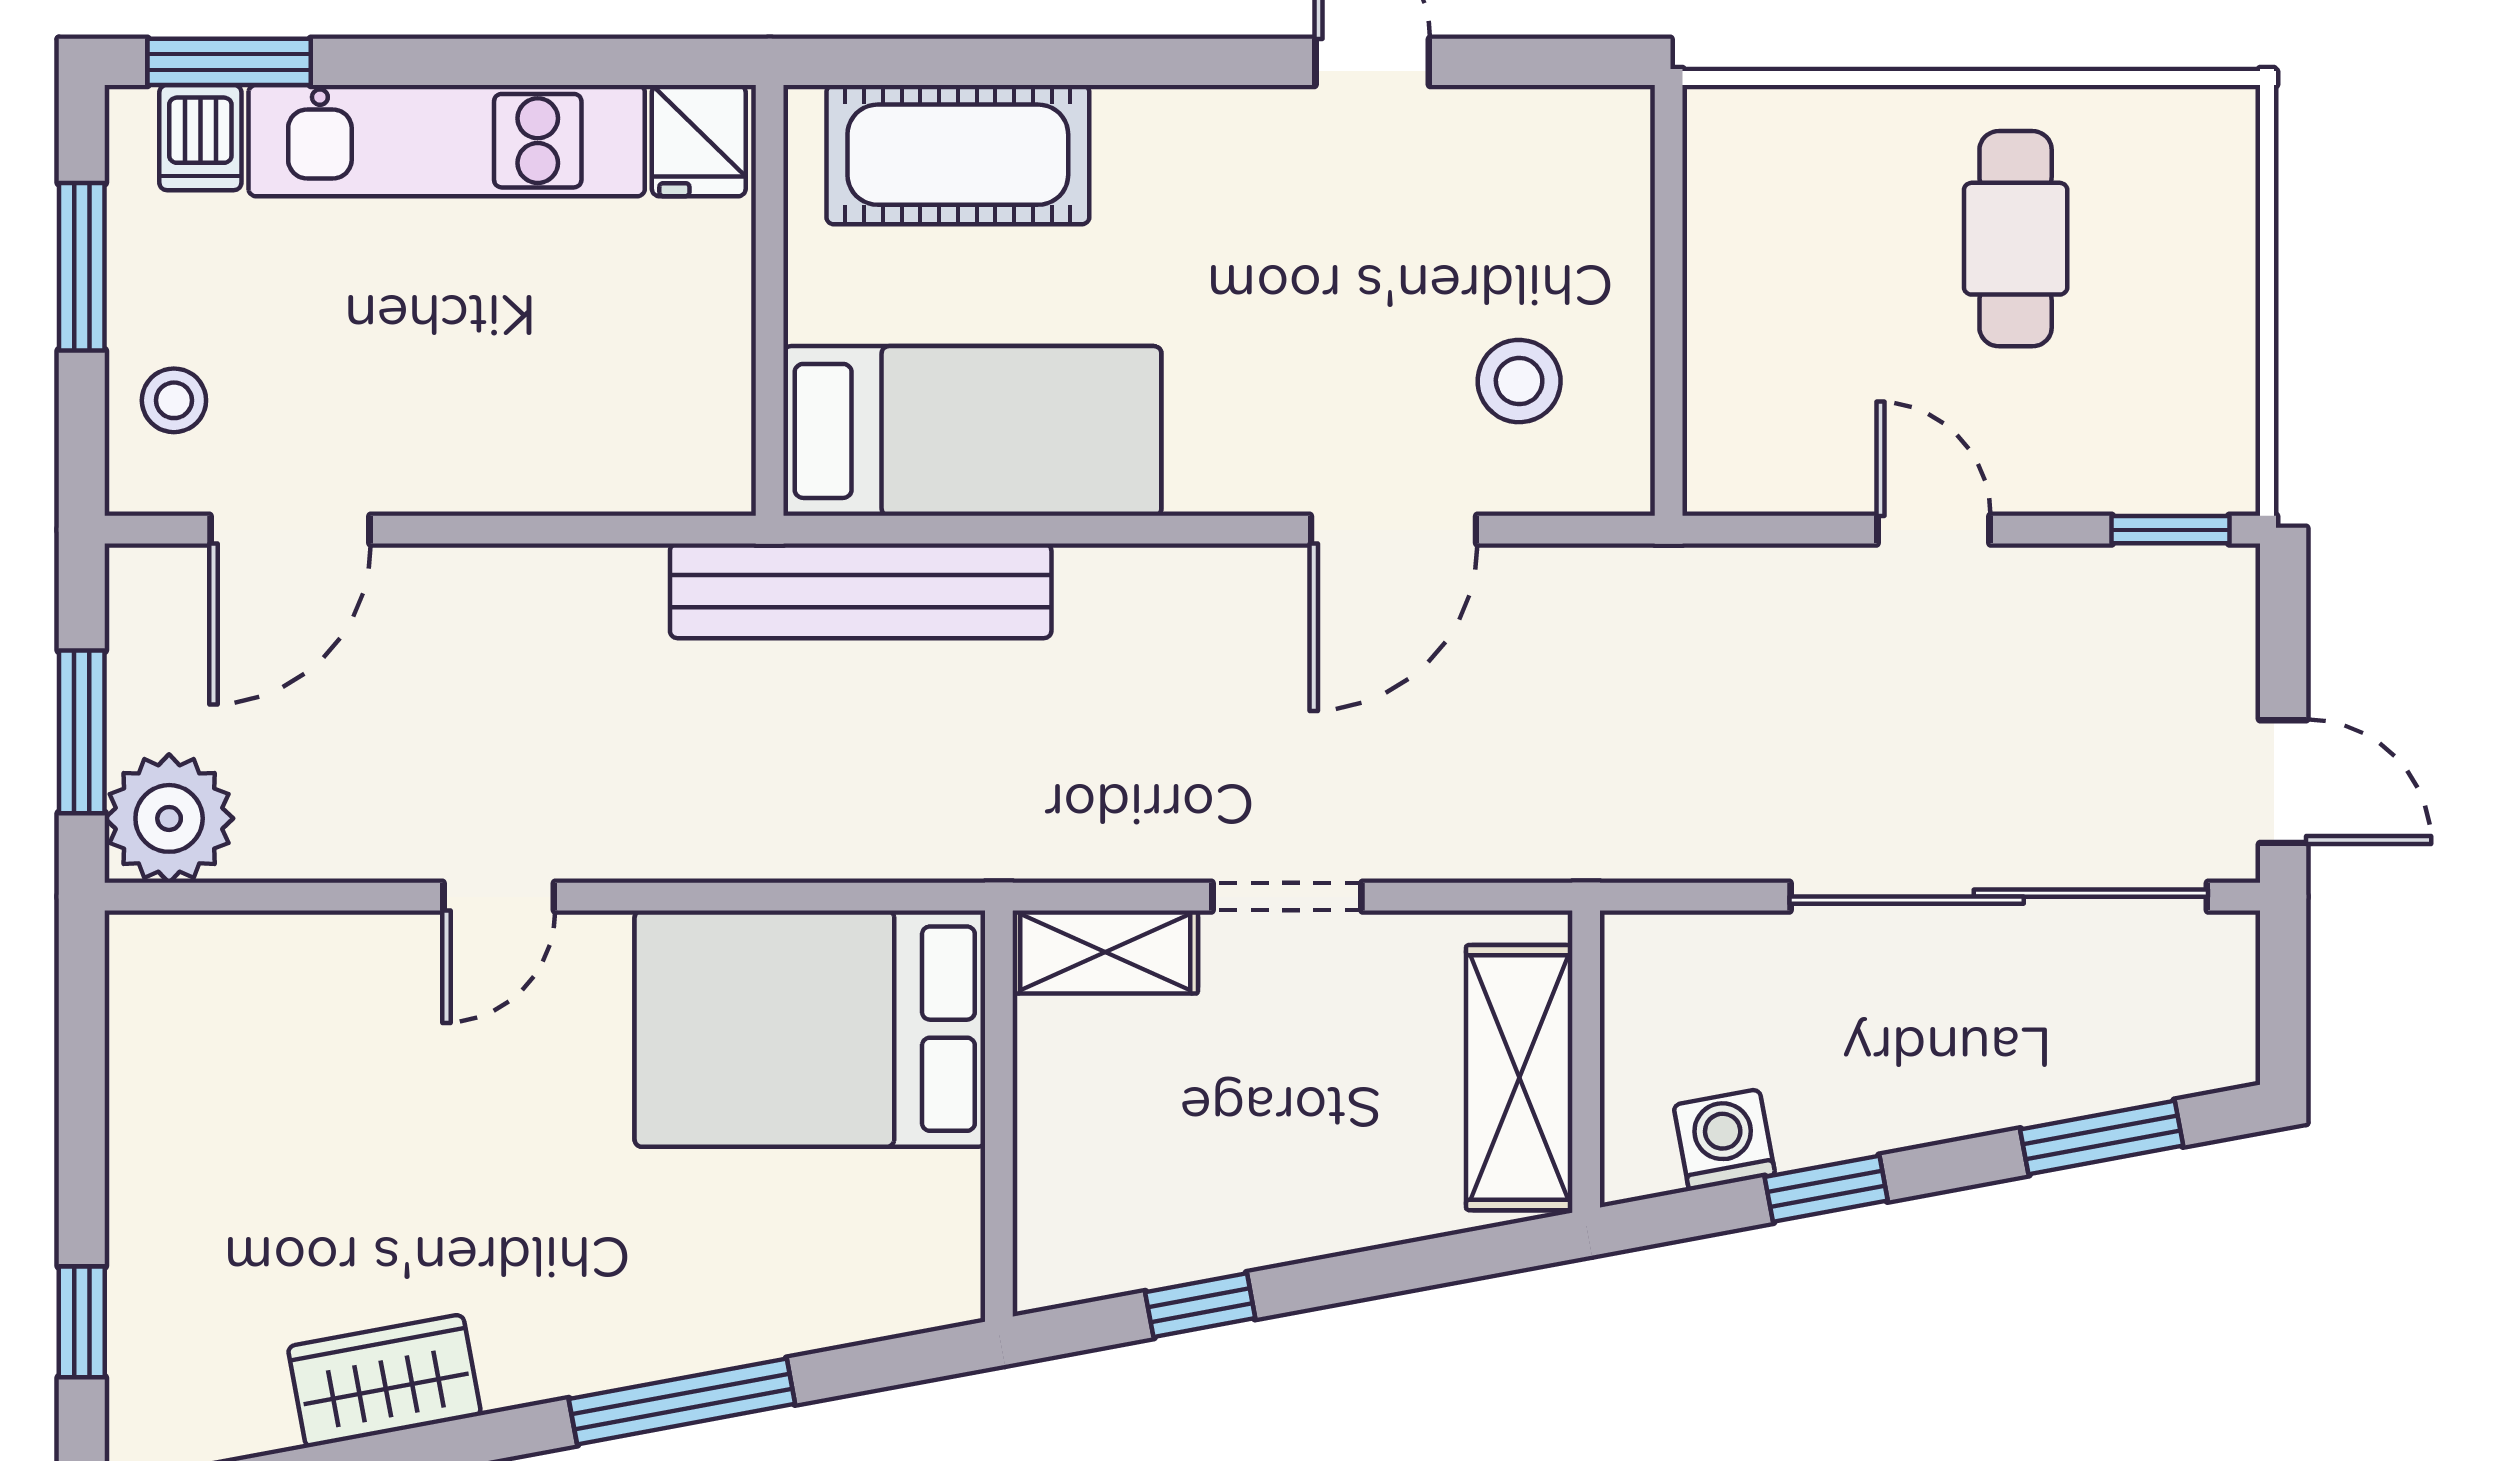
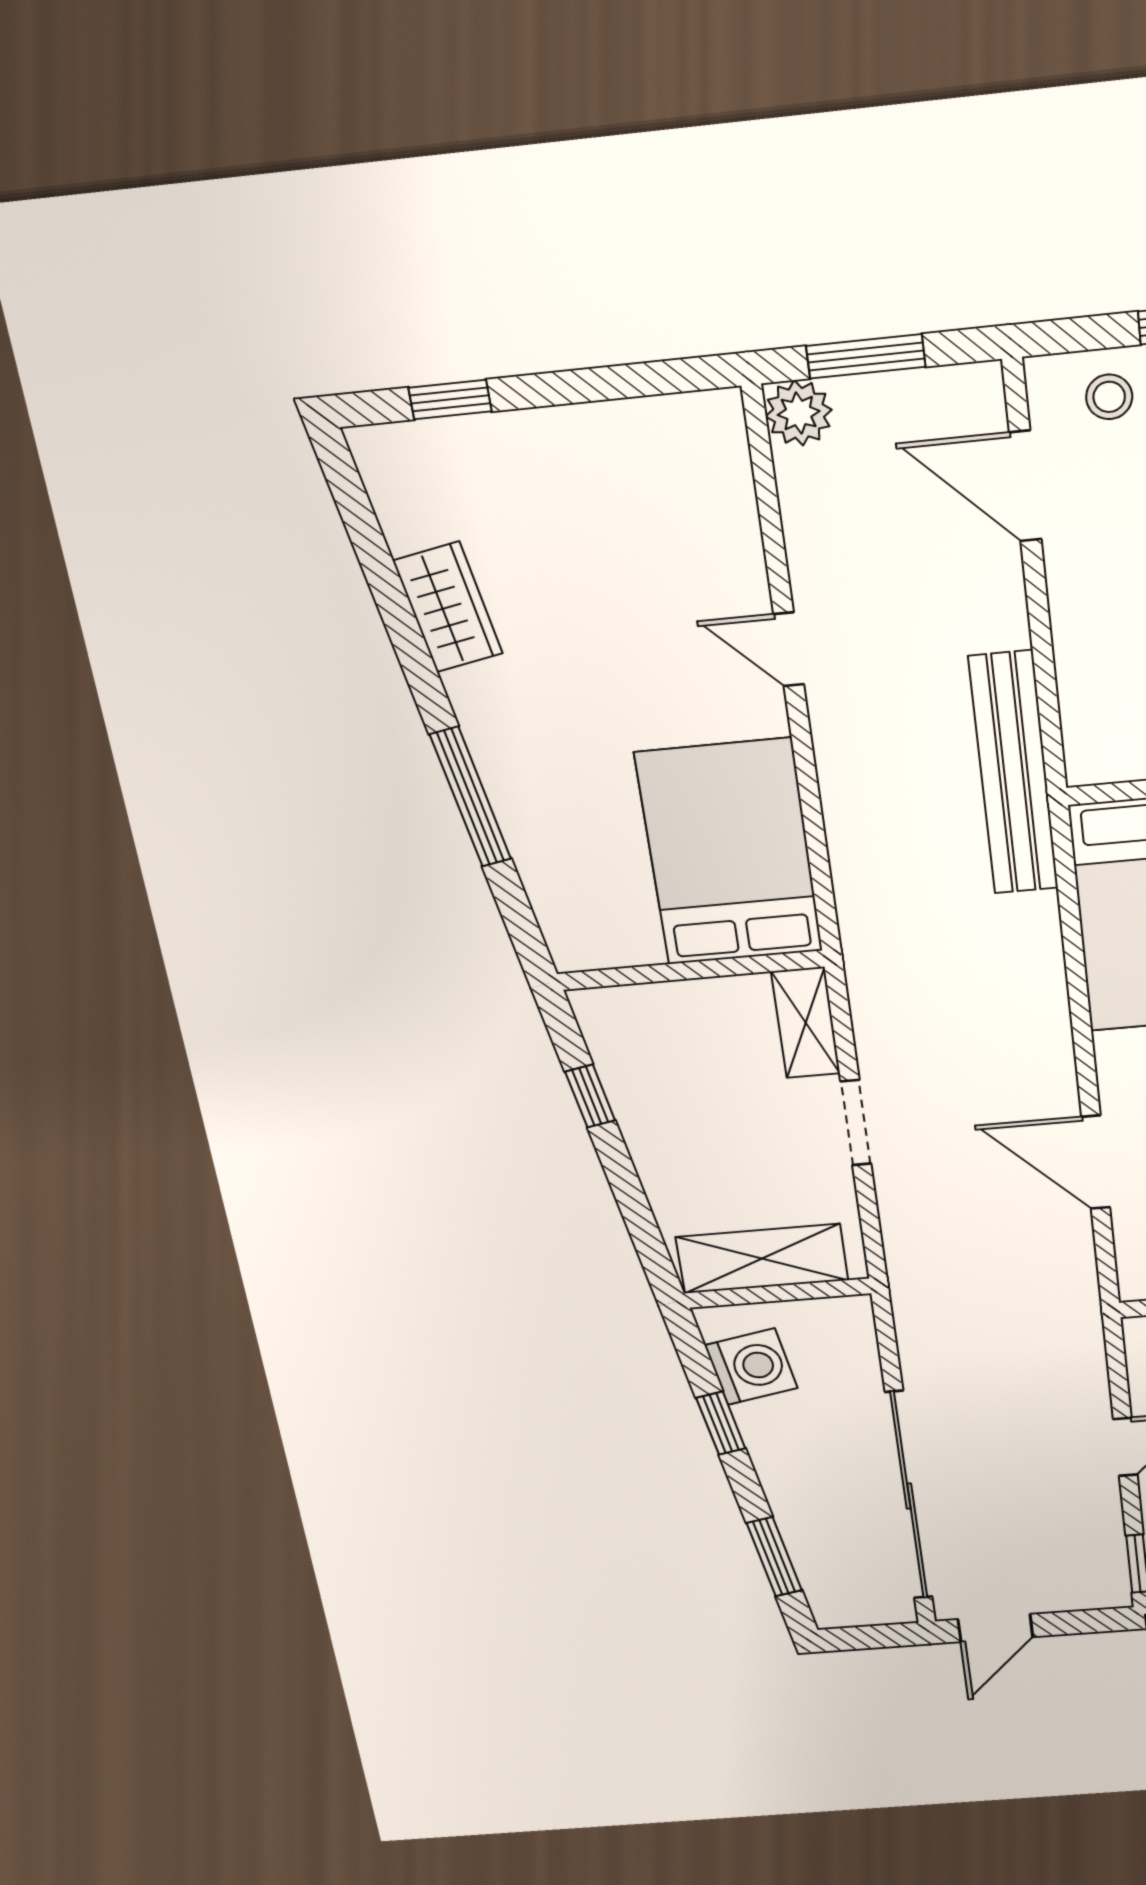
bench: (861, 591) -> (1014, 774), moved
plant: (169, 818) -> (799, 413), width x0.73, depth x0.73
washing machine: (1724, 1140) -> (751, 1367), width x1.38, depth x1.38

